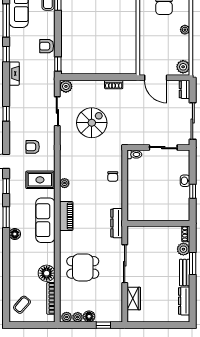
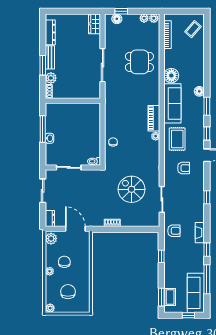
chair: (168, 40) -> (64, 262), added
armchair: (47, 46) -> (174, 231), moved
window: (58, 64) -> (161, 256), moved
plant: (66, 86) -> (154, 221), removed
sliding door: (193, 121) -> (43, 191), width x0.73
spiral stairs: (92, 123) -> (131, 189), turned 90
rug: (40, 180) -> (177, 139), turned 90
window: (193, 191) -> (43, 129), width x2.17
piano: (66, 216) -> (154, 118), moved
dresser: (117, 223) -> (110, 101), removed
floor lamp: (47, 273) -> (171, 76), moved
wardrobe: (134, 299) -> (95, 24), moved
floor lamp: (89, 316) -> (117, 19), moved

